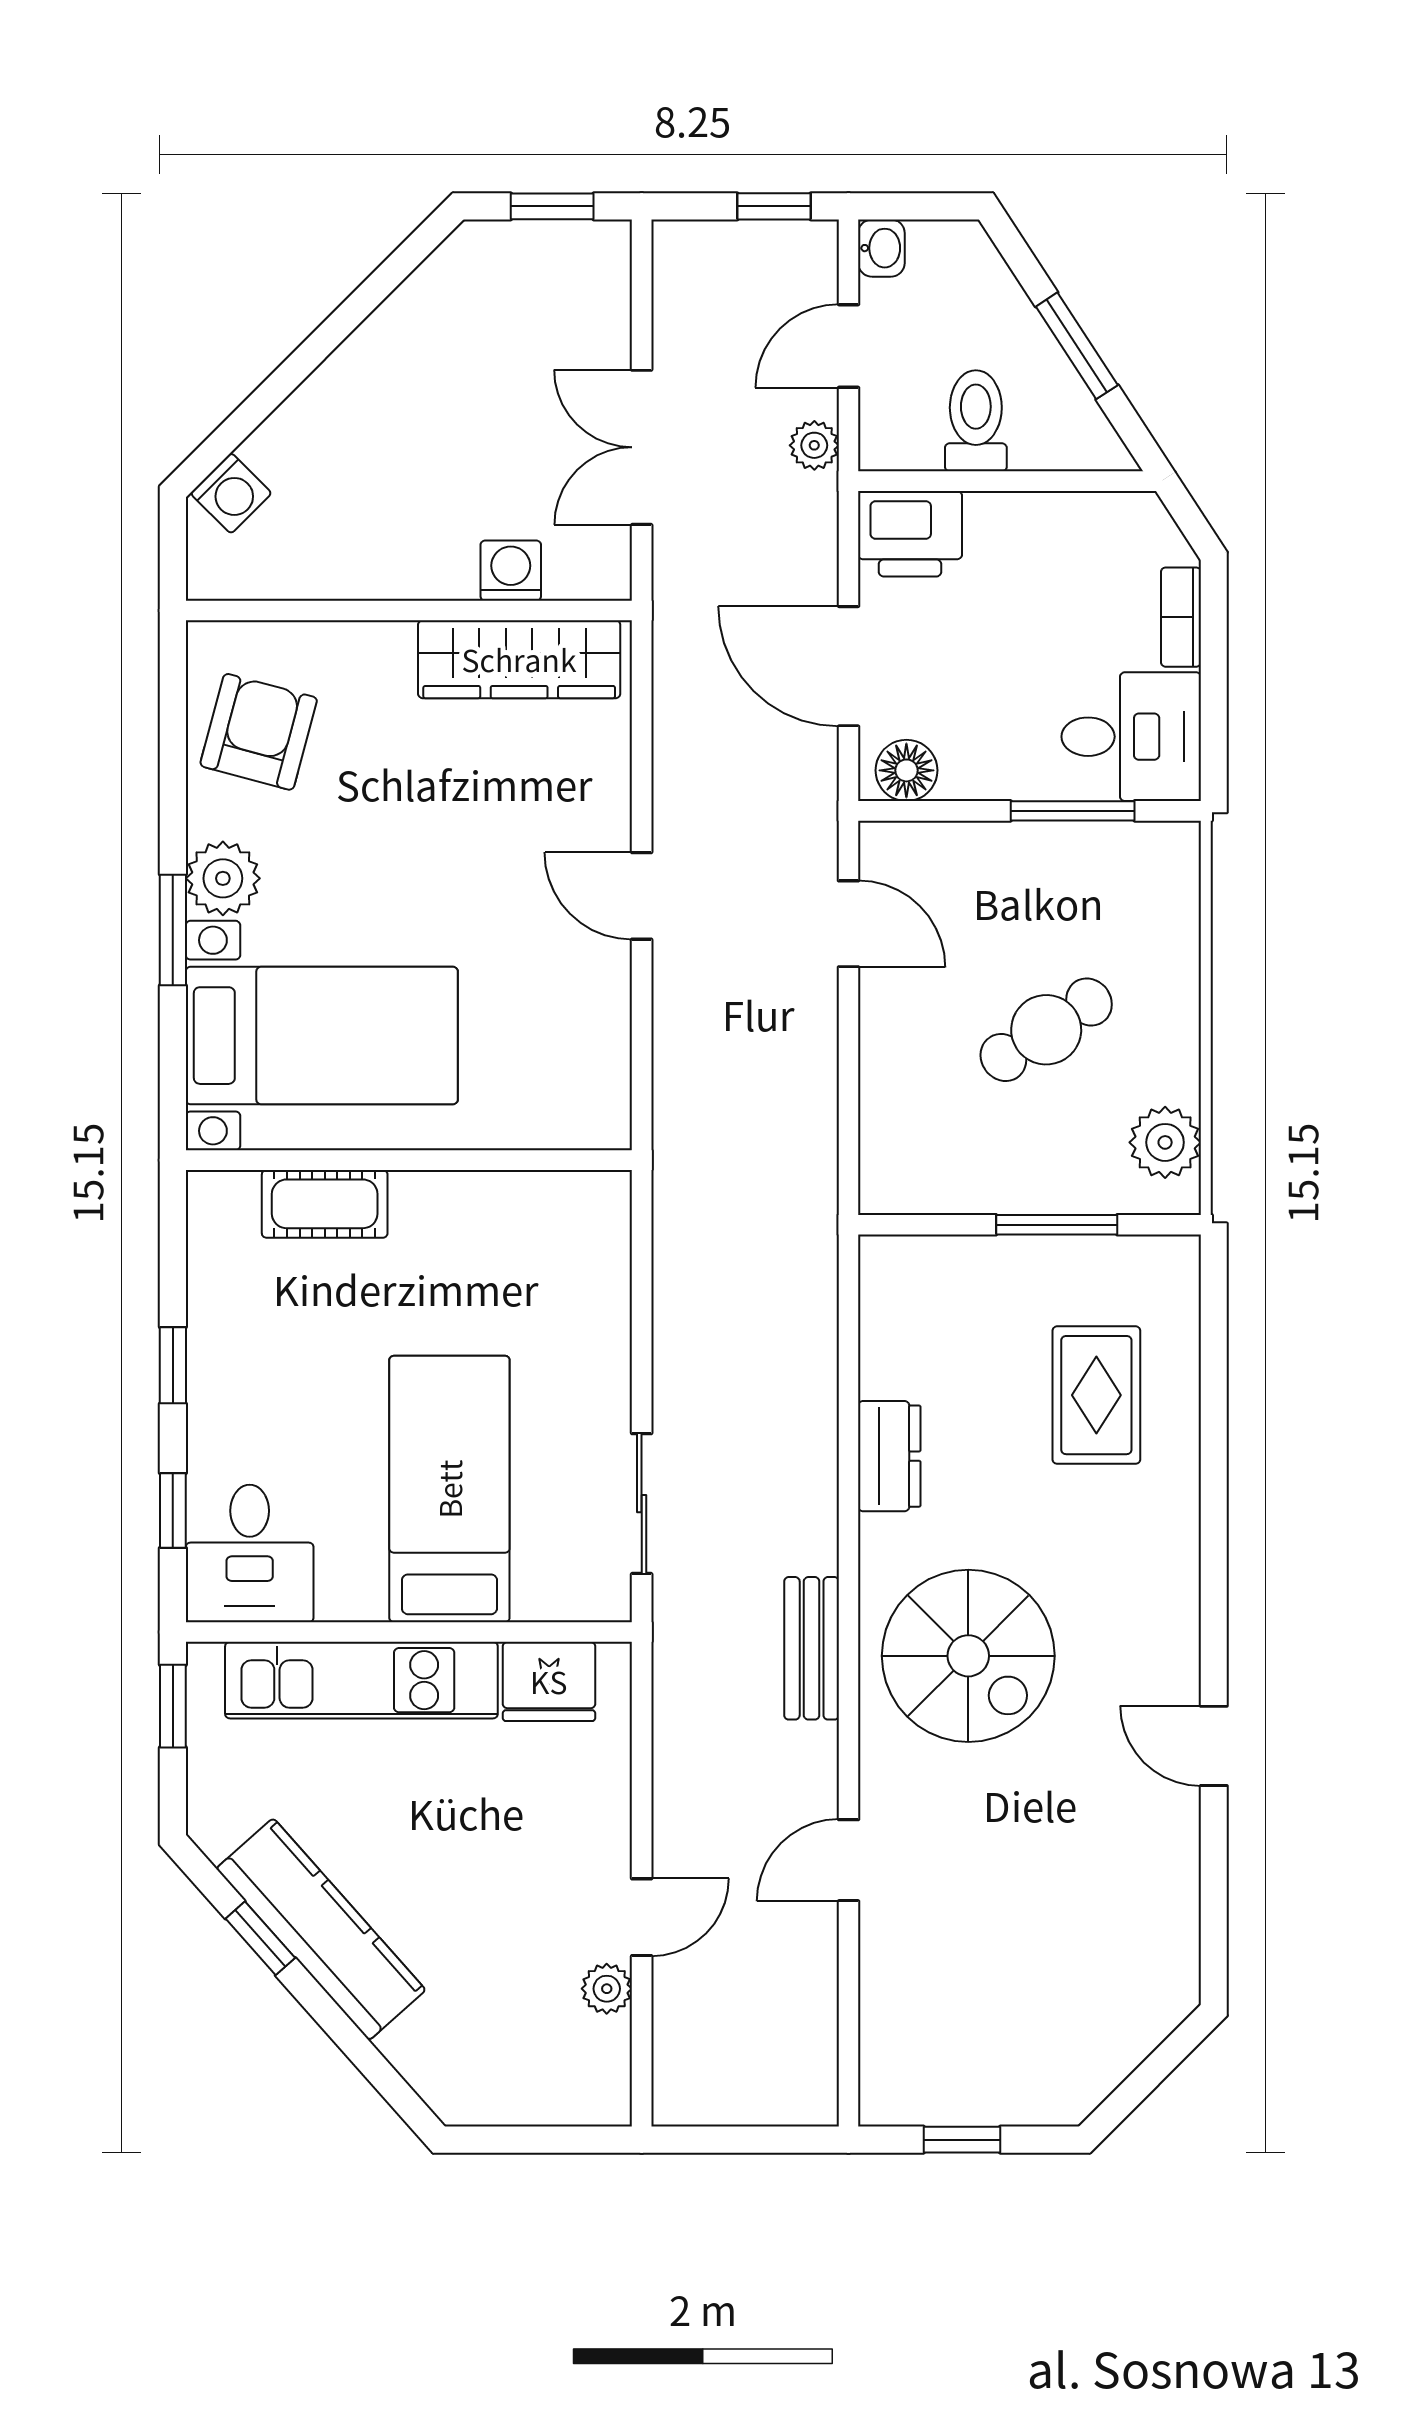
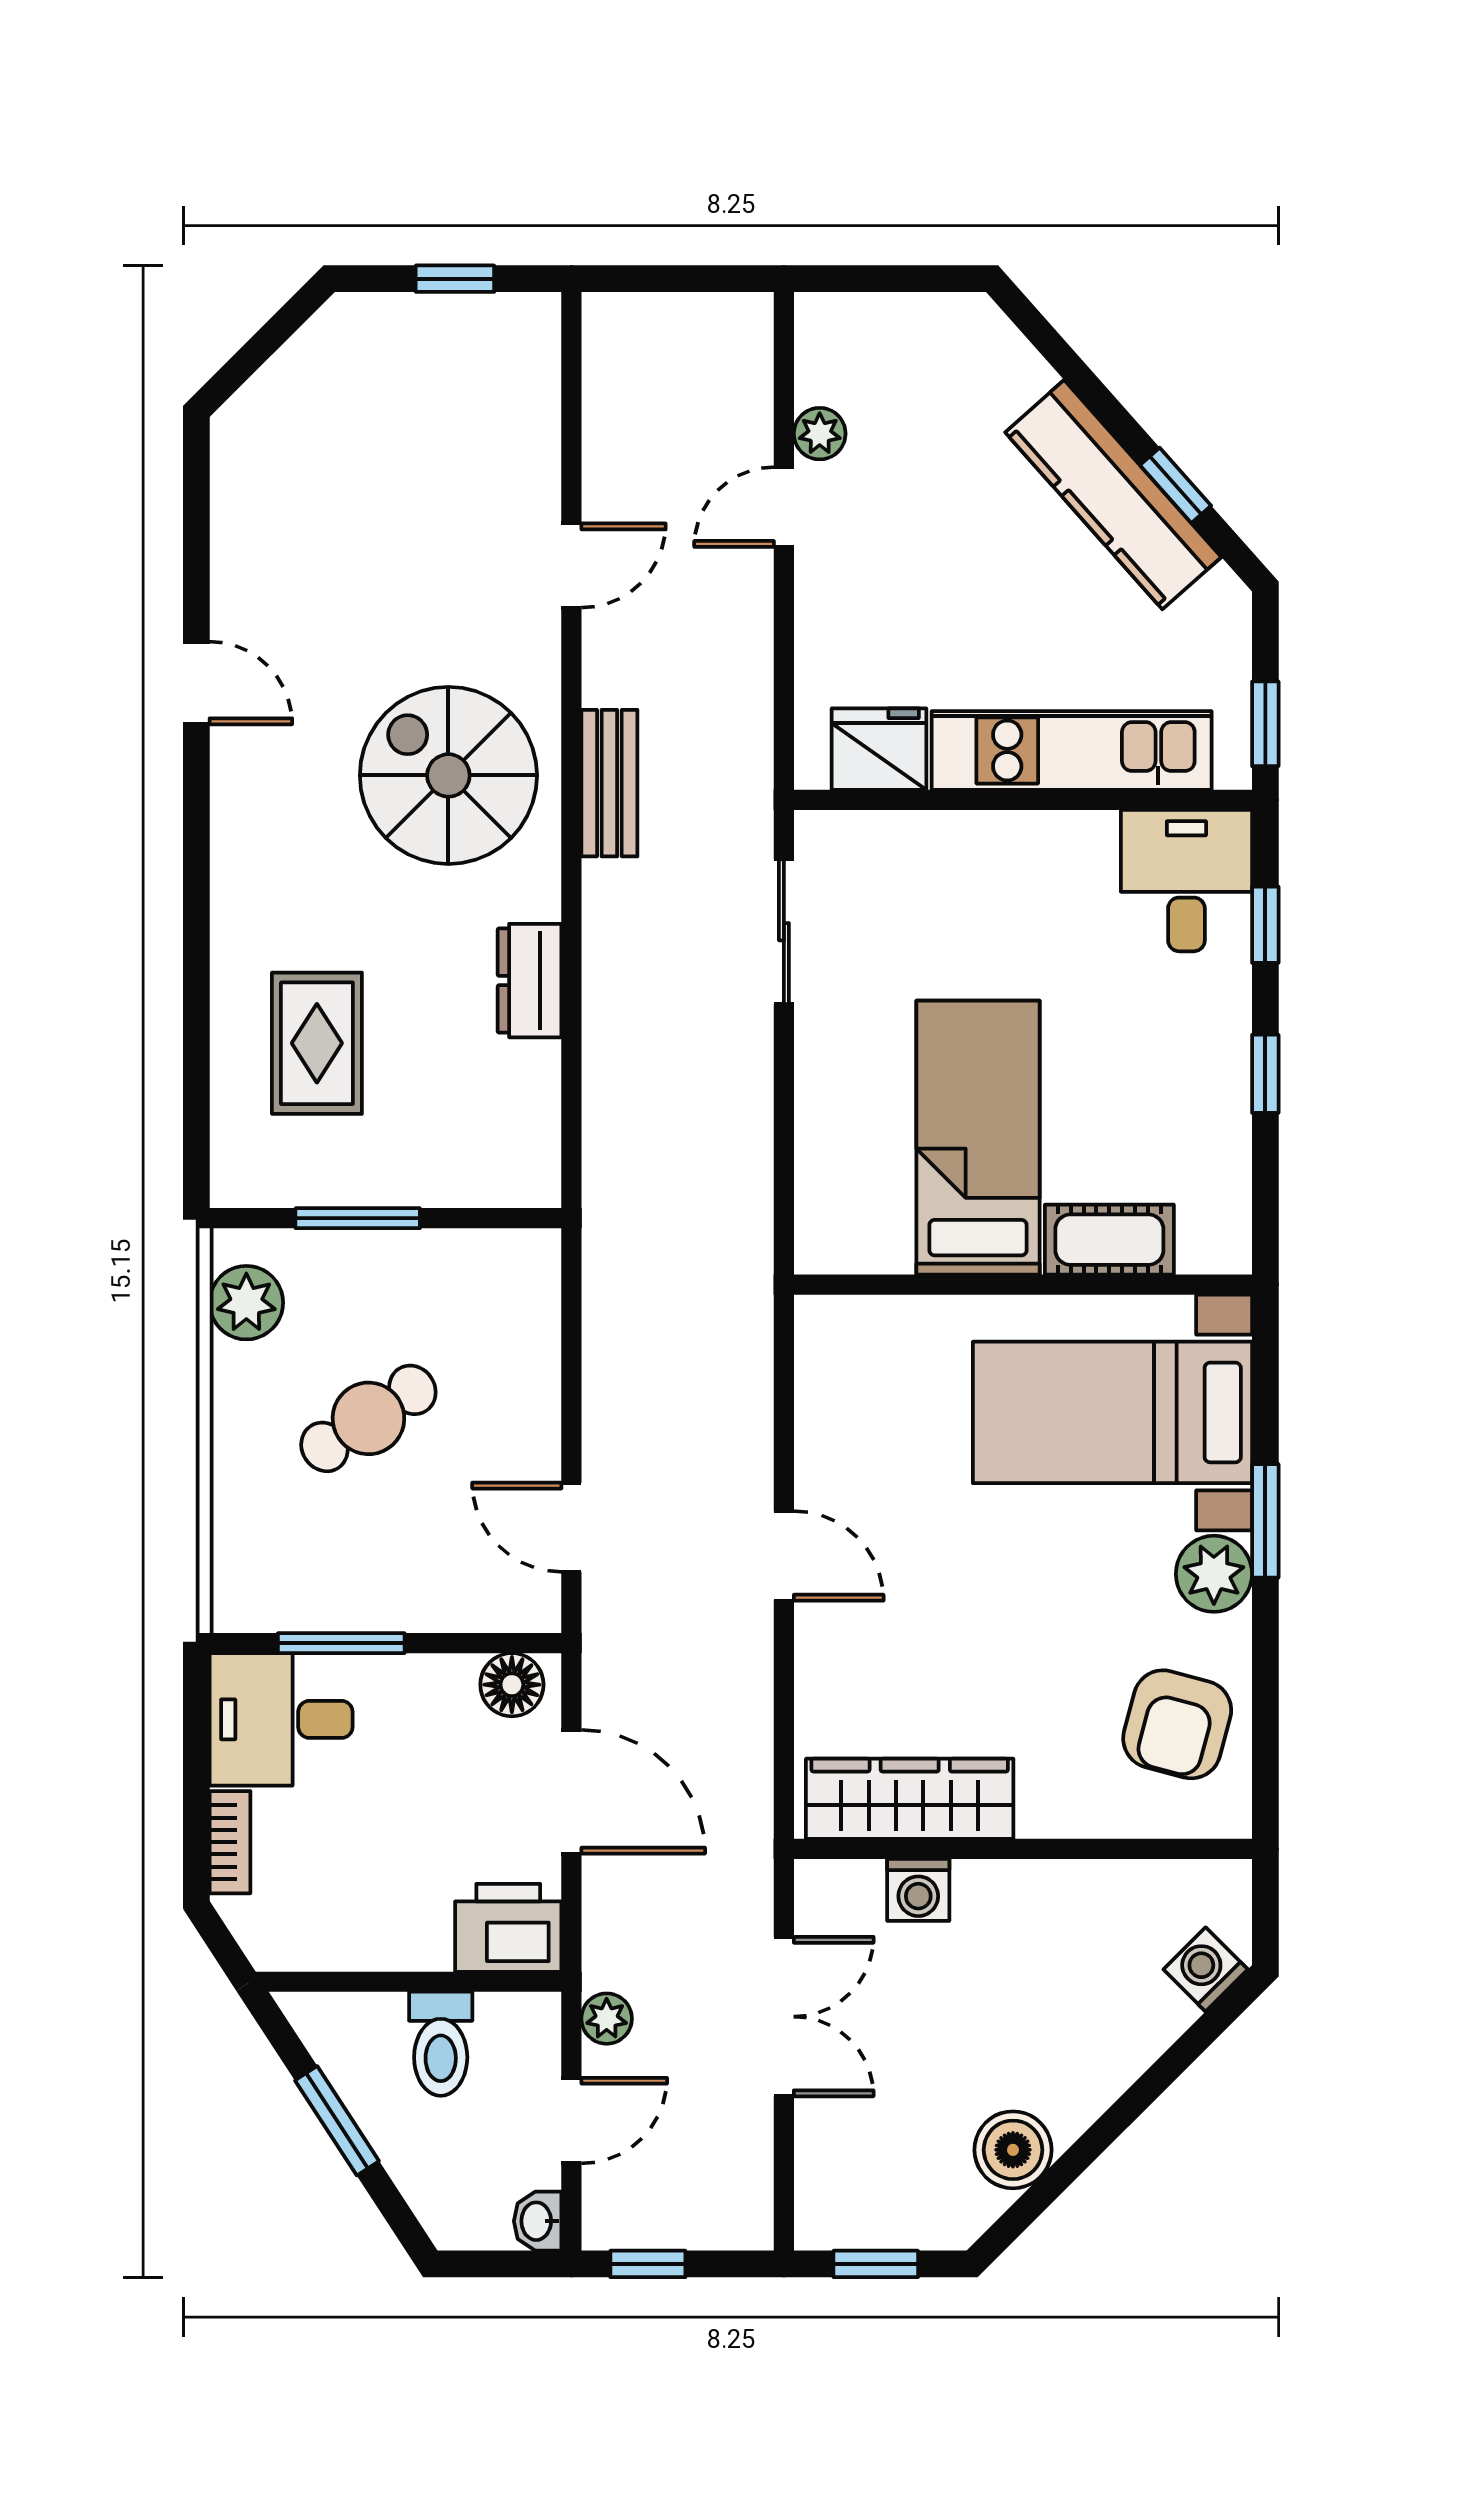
boiler: (419, 317) -> (1013, 2150), added
bed: (449, 1489) -> (978, 1138), moved, turned 180

